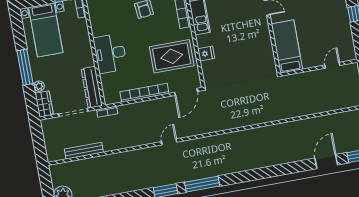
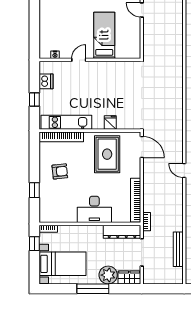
bed: (287, 47) -> (104, 35), moved, turned 90
plant: (39, 86) -> (108, 275), width x1.87, depth x1.87
bookcase: (144, 93) -> (136, 200), moved

